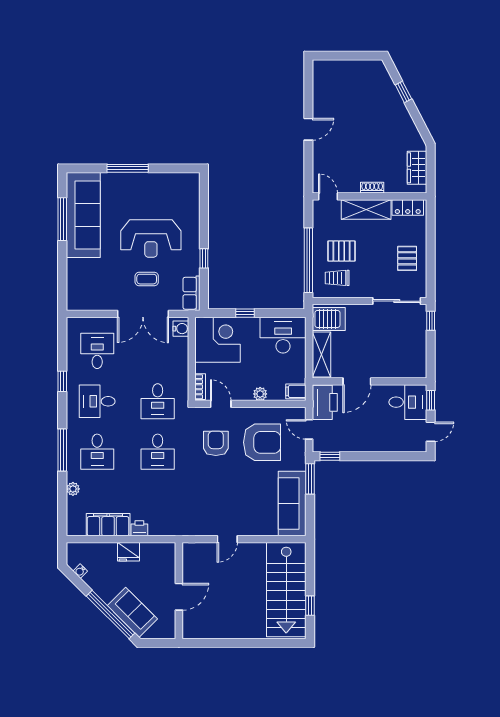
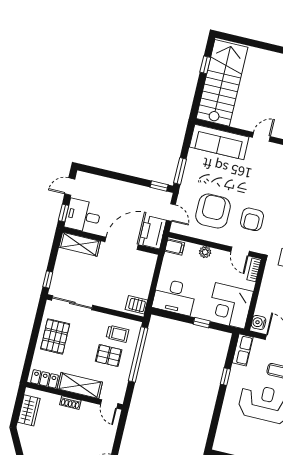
pallet: (407, 258) -> (55, 336), width x1.50, depth x1.42
server rack: (329, 319) -> (136, 305), width x0.73, depth x0.70
shelving: (321, 355) -> (80, 244), moved, turned 90
door: (357, 381) -> (122, 243), width x1.36
armchair: (262, 442) -> (213, 211), turned 90
sofa: (292, 504) -> (219, 142), moved, turned 90

